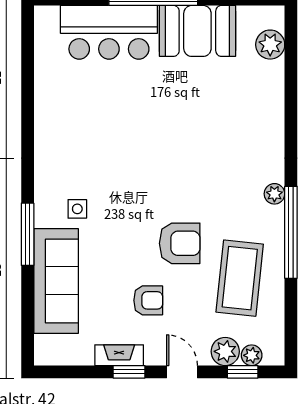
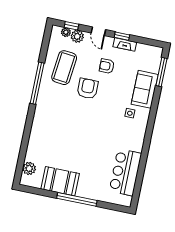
bar counter: (109, 32) -> (125, 172), moved, turned -90
plant: (274, 194) -> (41, 102), removed
window: (28, 234) -> (161, 72), moved
armchair: (180, 243) -> (88, 89), turned 90
sofa: (56, 281) -> (145, 89), width x0.73

